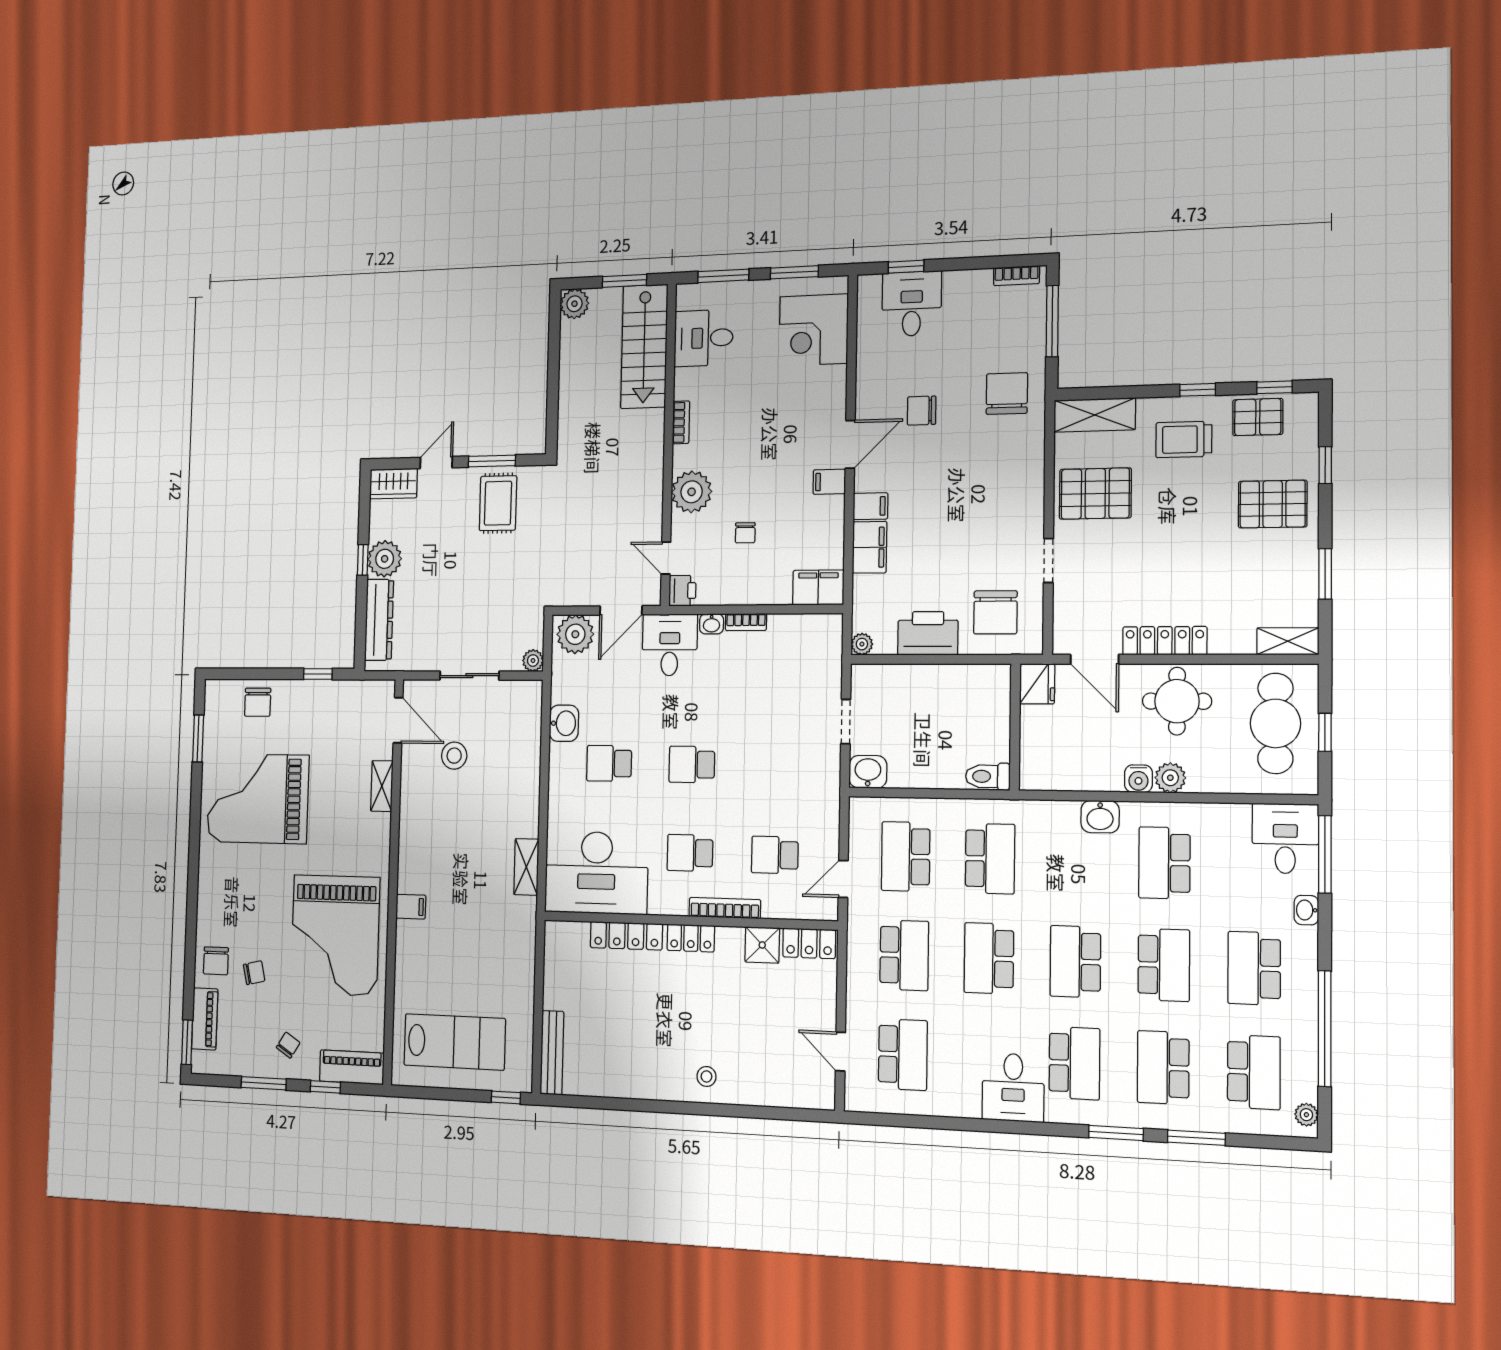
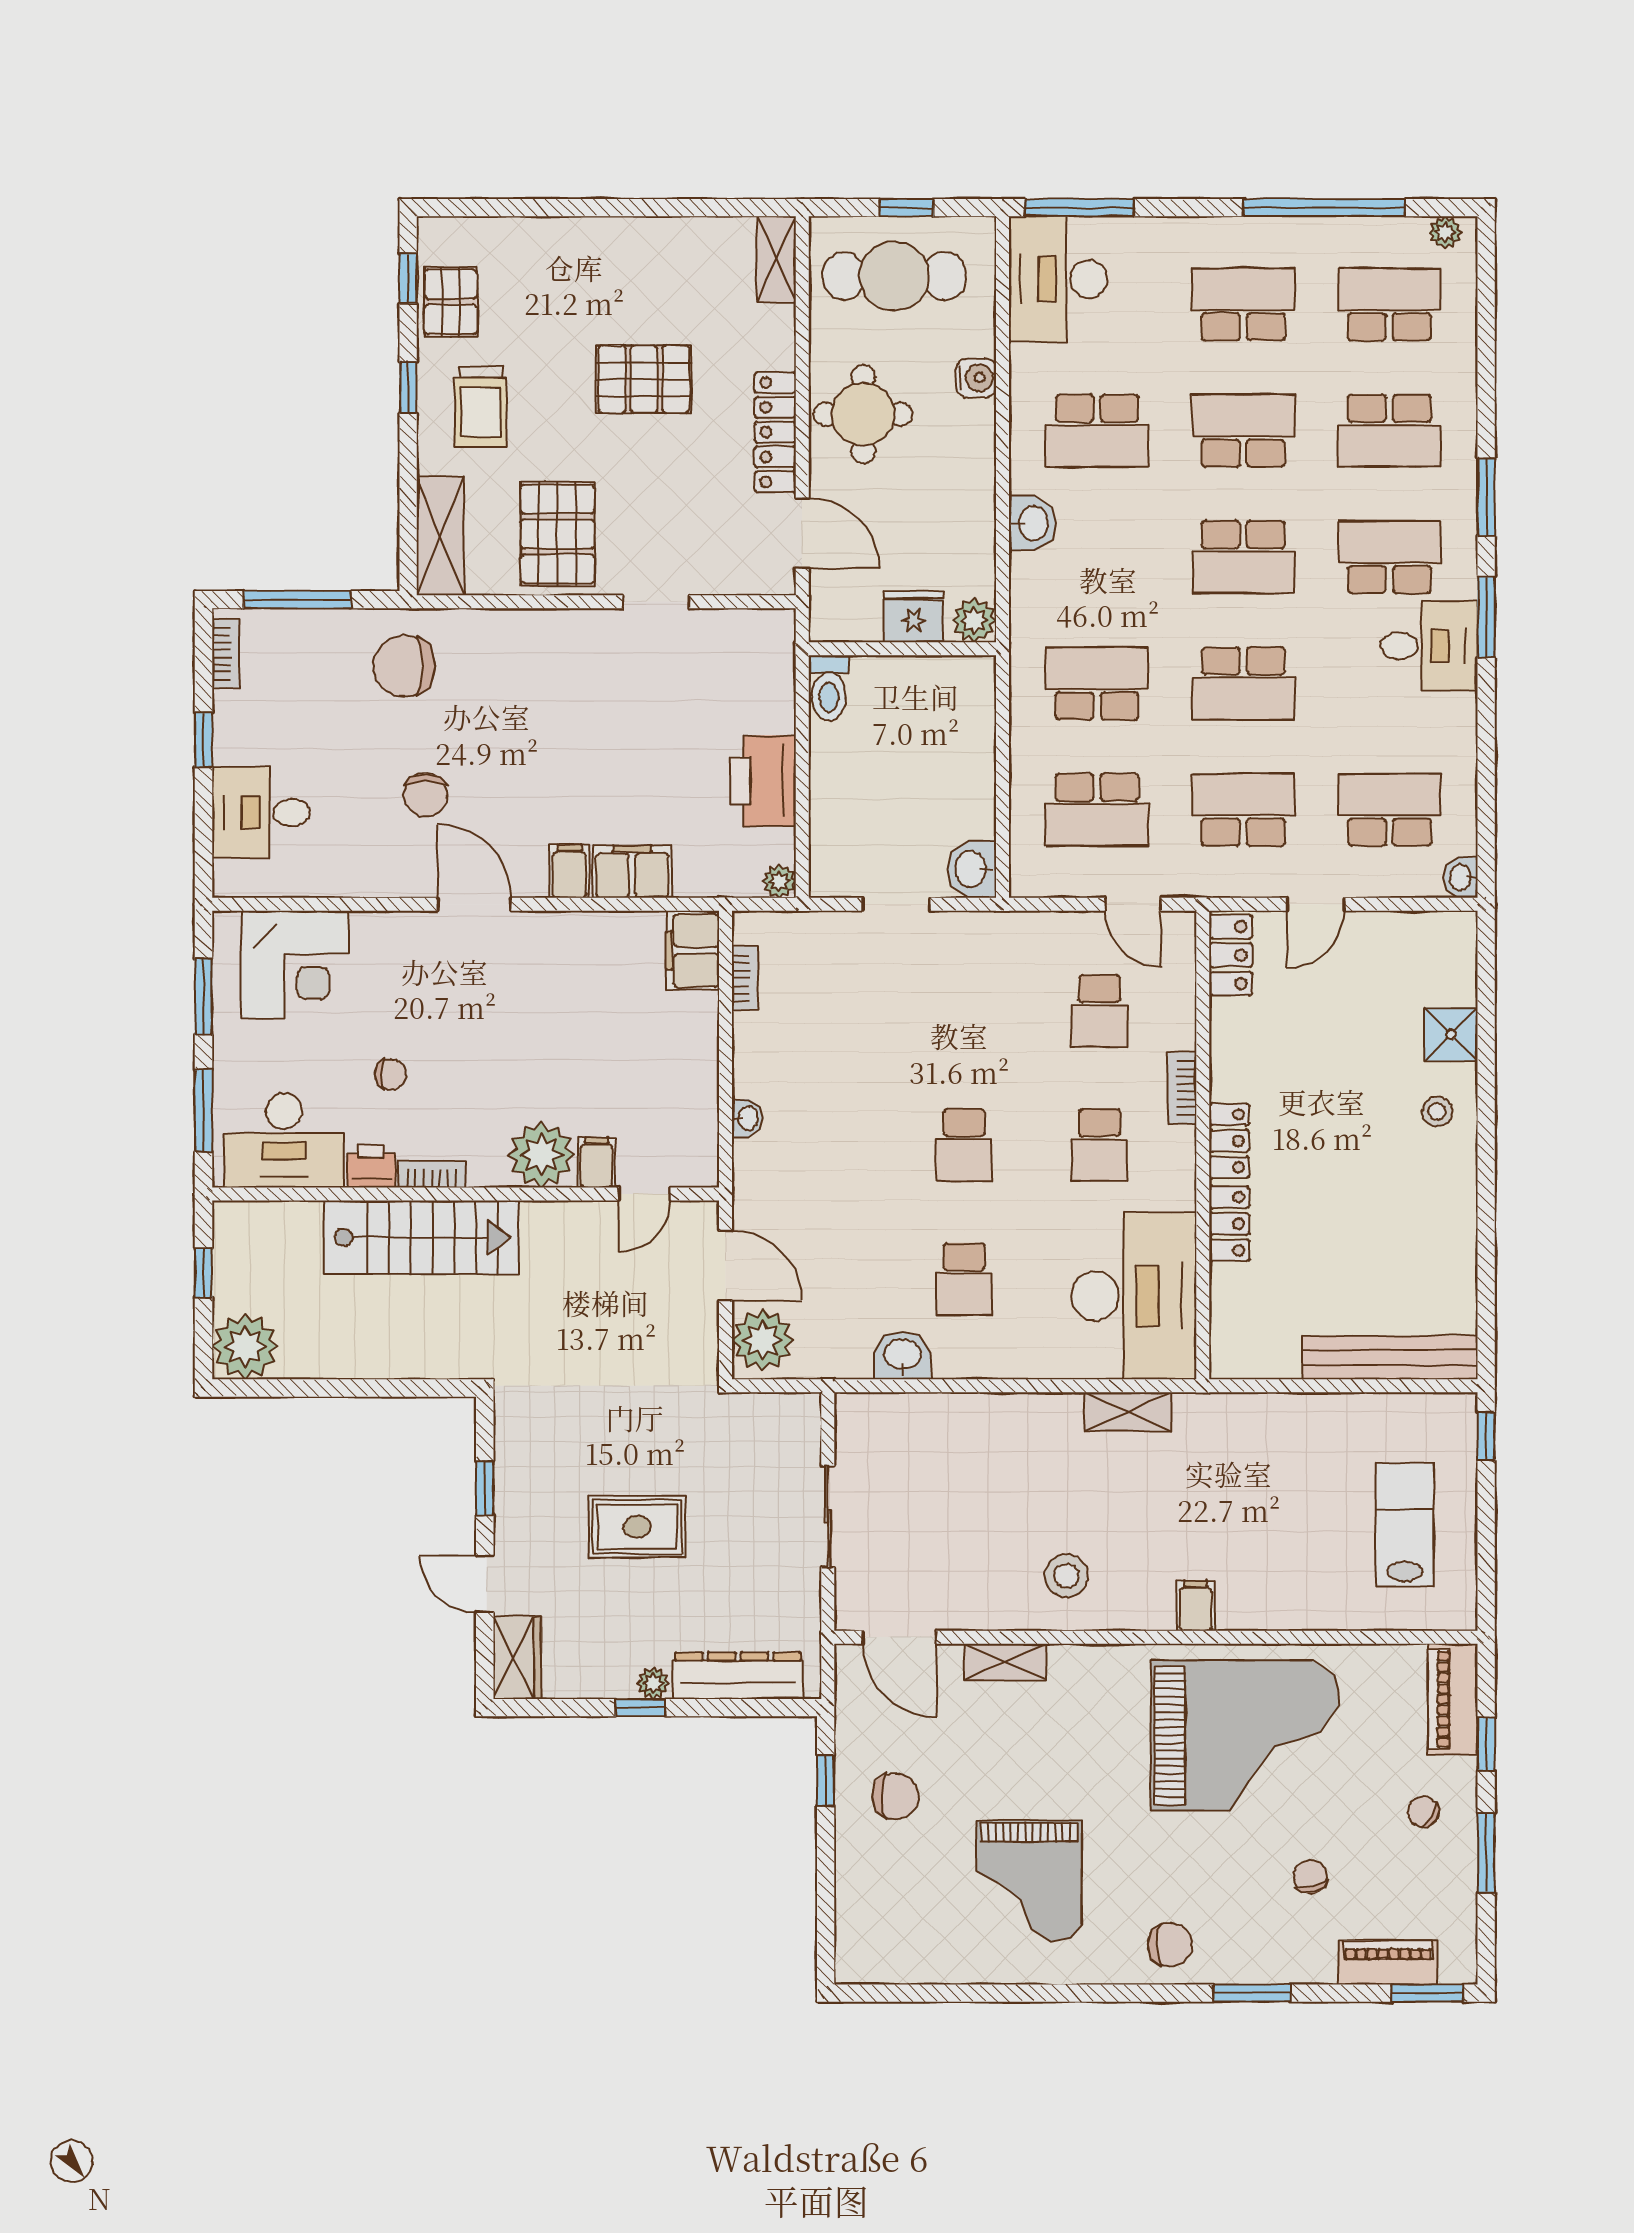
window: (906, 267) -> (203, 740), moved
window: (624, 281) -> (203, 1273), width x0.67
plant: (574, 304) -> (245, 1346), width x1.36, depth x1.36
desk: (704, 338) -> (284, 1141), width x1.37
stairs: (644, 346) -> (422, 1237), moved
window: (492, 461) -> (485, 1488), width x0.67
window: (1325, 465) -> (523, 208), removed
filing cabinet: (829, 482) -> (597, 1163), moved, turned 180
rug: (498, 503) -> (637, 1527), moved
pallet: (1273, 504) -> (644, 379), moved, turned 90
chair: (745, 533) -> (390, 1074), moved
plant: (385, 559) -> (653, 1683), width x0.53, depth x0.53
window: (1325, 574) -> (680, 208), removed
printer: (682, 591) -> (371, 1166), moved
chair: (995, 612) -> (732, 680), removed
bookcase: (746, 622) -> (745, 978), moved
desk: (670, 645) -> (780, 1185), removed
door: (1095, 659) -> (802, 533), hinge flipped
plant: (533, 661) -> (804, 1410), removed
fridge: (1037, 684) -> (914, 617), moved
chair: (258, 702) -> (895, 1796), moved
door: (398, 720) -> (900, 1637), swing flipped
window: (198, 738) -> (1252, 1993), moved
stool: (454, 756) -> (1066, 1576), moved
toilet: (988, 776) -> (829, 688), moved
plant: (1170, 778) -> (974, 620), moved
water cooler: (1138, 779) -> (976, 378), moved
grand piano: (258, 799) -> (1029, 1881), width x0.73, depth x0.68
desk: (1285, 839) -> (1058, 279), width x1.37
bookcase: (725, 908) -> (1182, 1088), width x0.64
washbasin: (1306, 910) -> (1461, 877), moved, turned 90
locker: (626, 936) -> (1229, 1224), width x0.66
shower: (762, 945) -> (1451, 1034), moved
chair: (216, 961) -> (1170, 1945), moved
school desk: (1254, 968) -> (1243, 304), turned 180
lab bench: (455, 1042) -> (1405, 1524), width x0.73, depth x0.72
door: (840, 1051) -> (1315, 904), moved
bench: (552, 1053) -> (1390, 1358), width x1.37, depth x1.21
window: (1196, 1138) -> (1486, 617), moved

